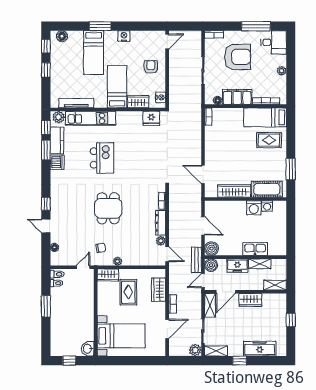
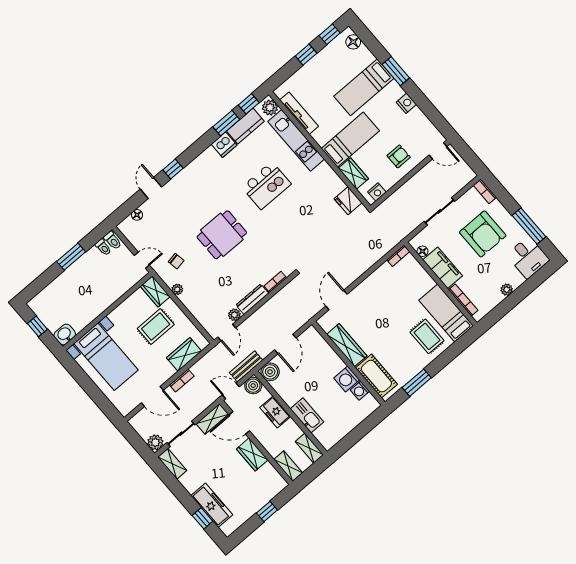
shelving: (260, 264) -> (309, 448), moved
window: (240, 361) -> (202, 518), moved

